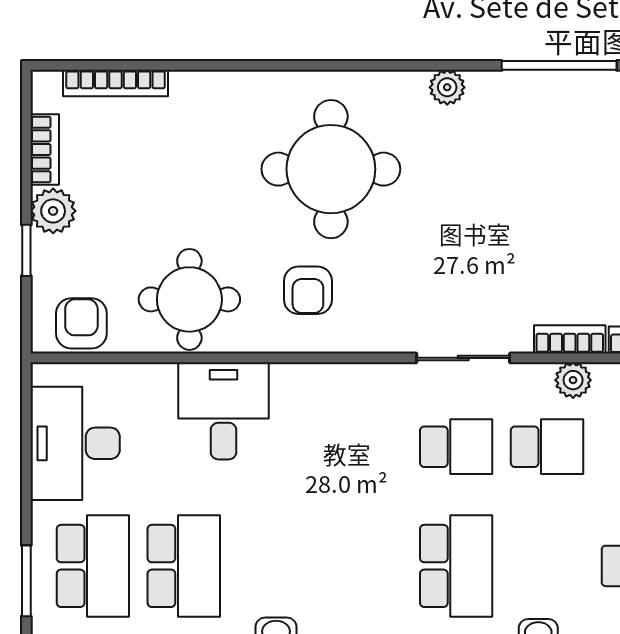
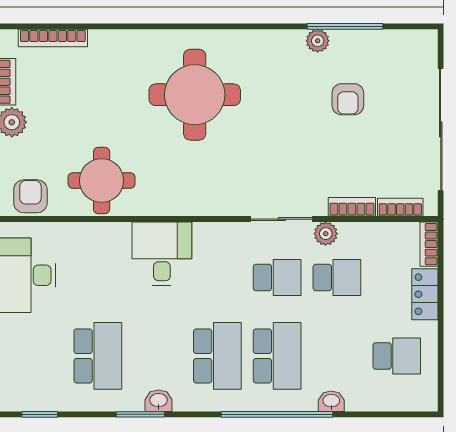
plant: (447, 87) -> (318, 41), moved
armchair: (308, 290) -> (348, 99), moved
plant: (573, 380) -> (326, 234), moved
desk: (224, 411) -> (162, 254), moved
school desk: (93, 566) -> (217, 356), moved

